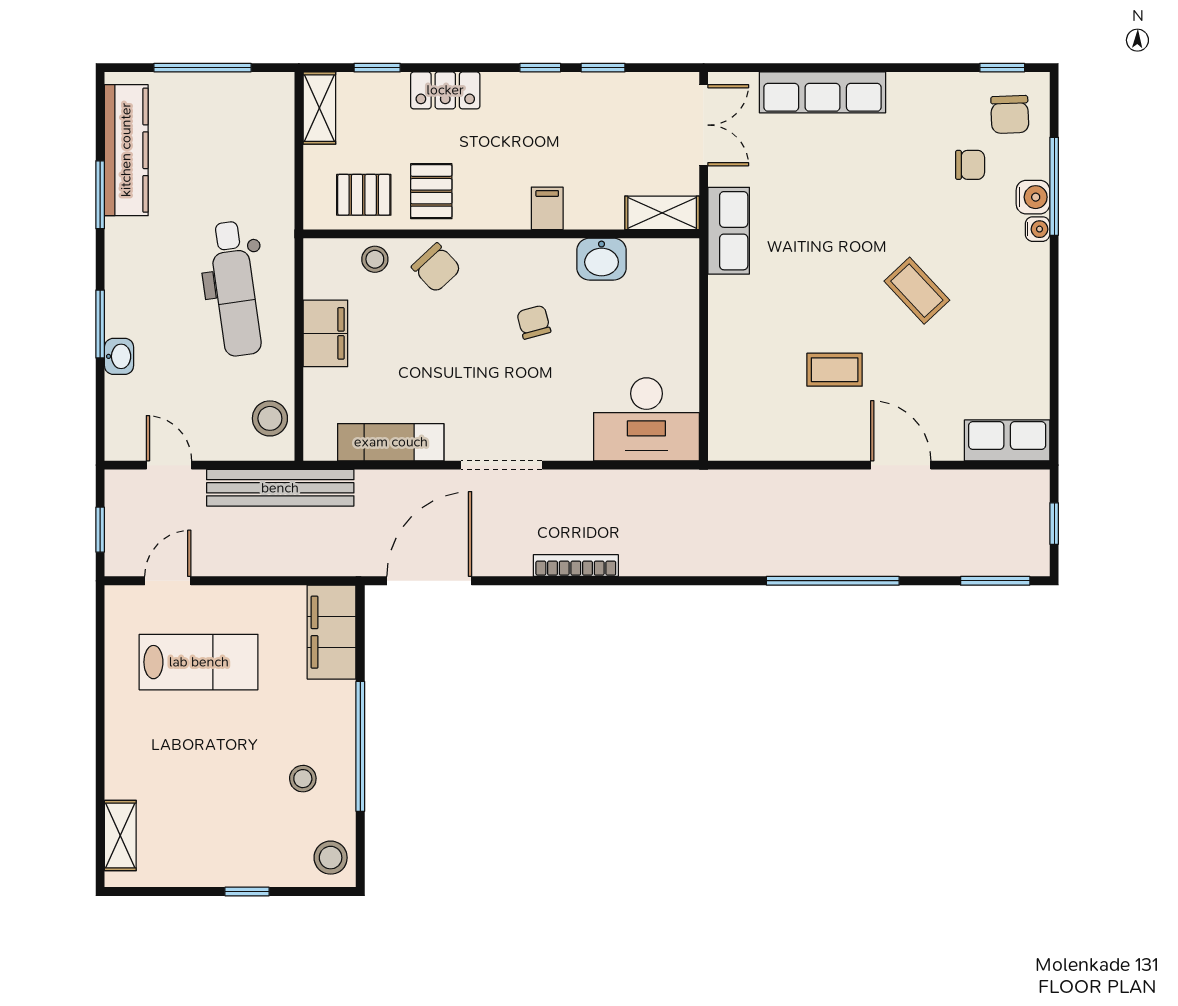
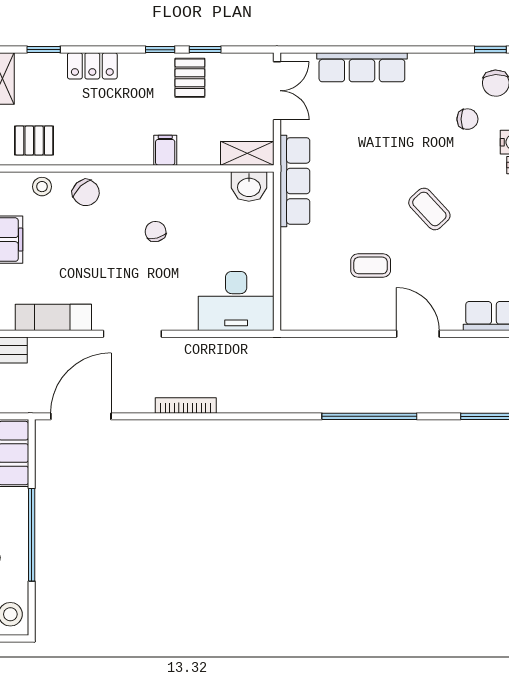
pallet: (431, 191) -> (190, 78), moved
row of seats: (729, 231) -> (295, 181), width x1.48
washbasin: (602, 259) -> (249, 186), moved

